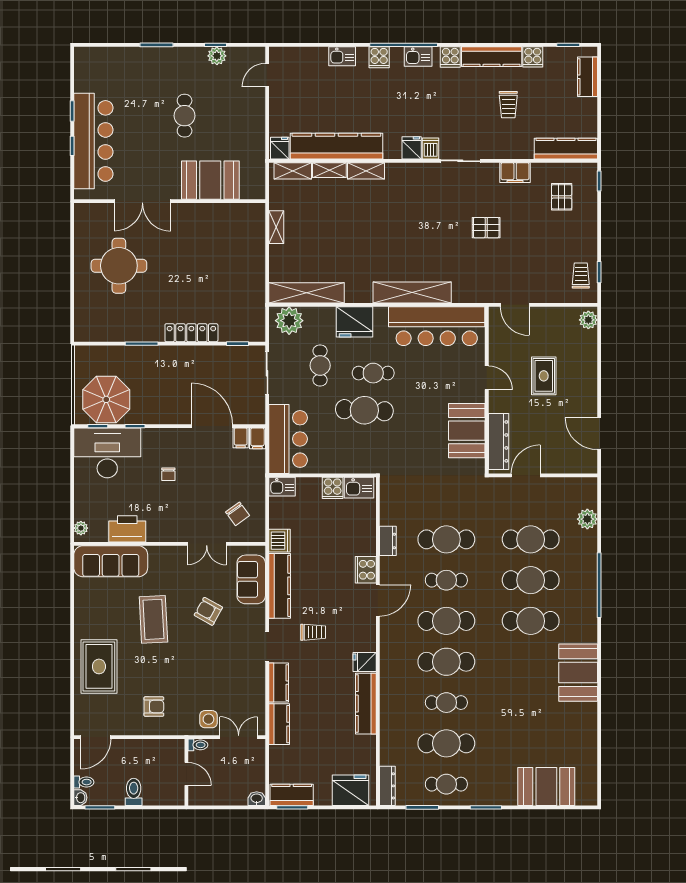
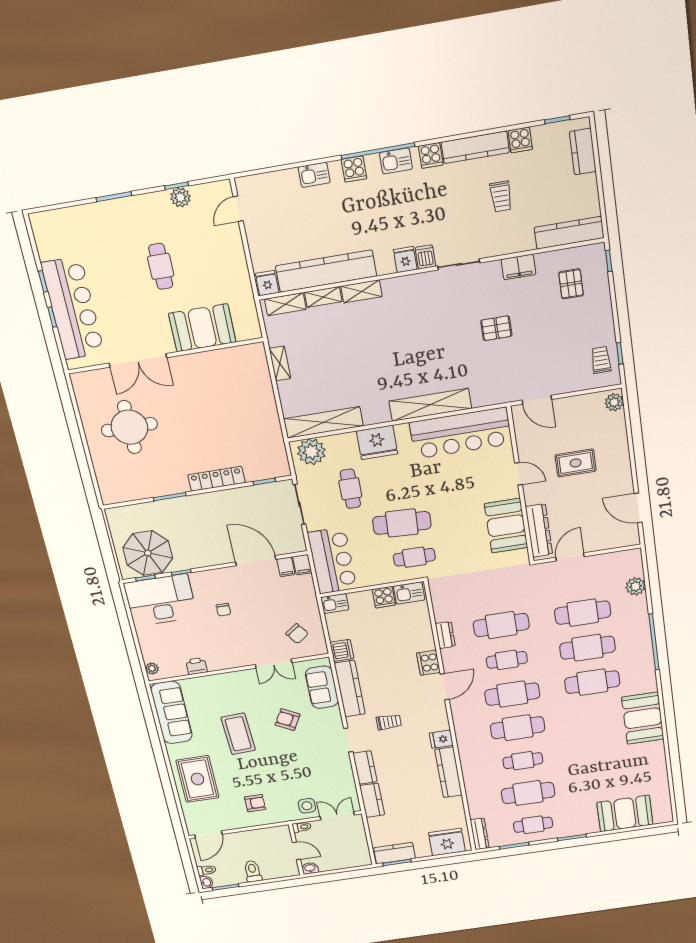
cafe table: (373, 373) -> (414, 557), moved
rug: (544, 376) -> (576, 463), turned 90
printer: (127, 529) -> (196, 666), width x0.53, depth x0.68
sofa: (111, 561) -> (172, 713), moved, turned -90
washbasin: (257, 799) -> (310, 868), moved

